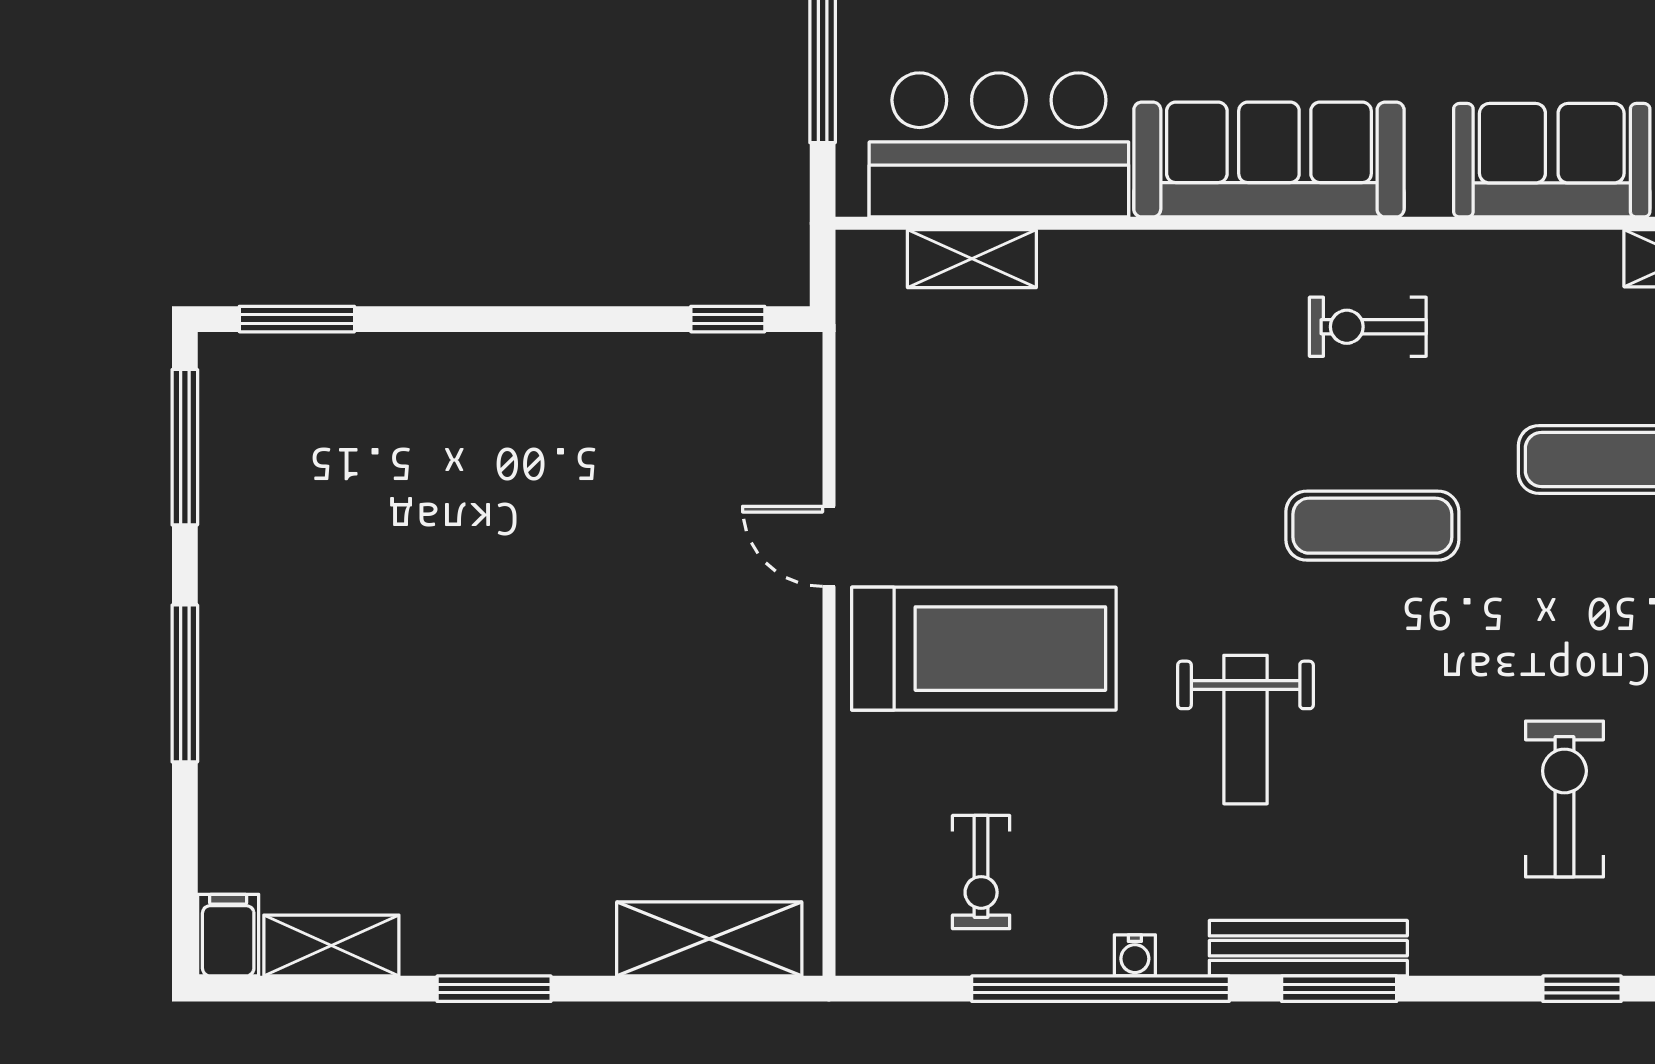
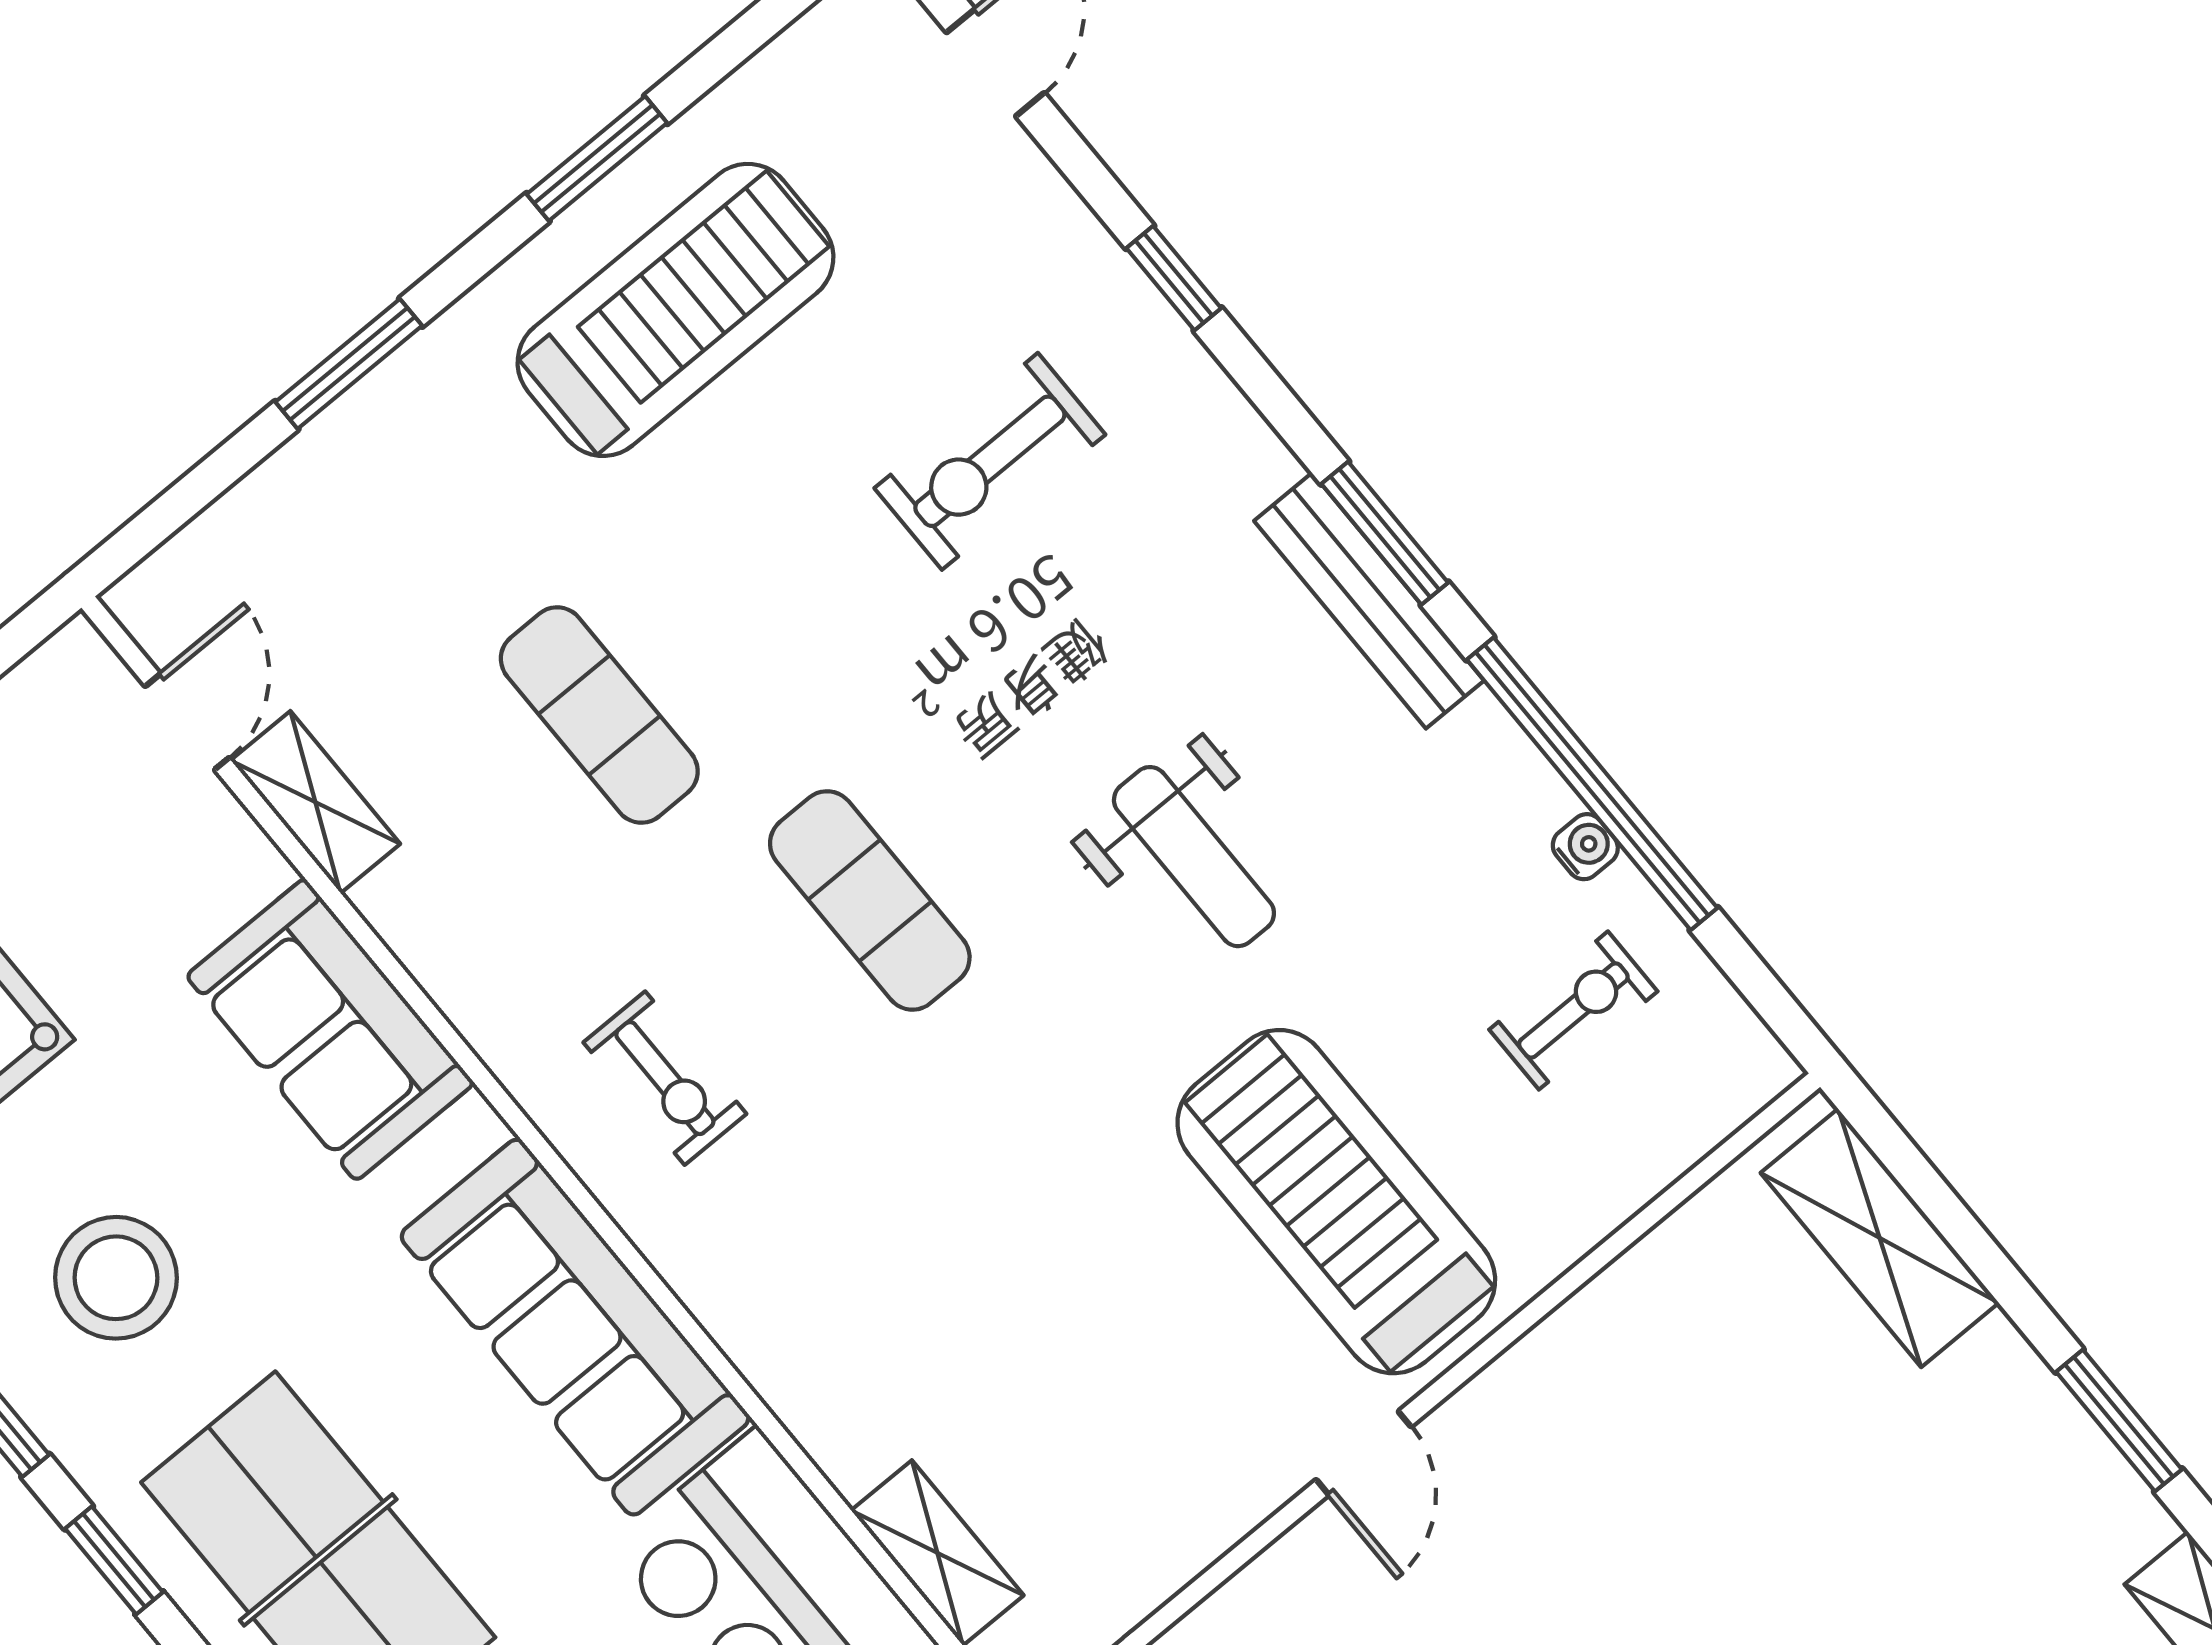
weight bench: (1246, 730) -> (1194, 857), turned 90
water cooler: (1135, 955) -> (1585, 847), moved

